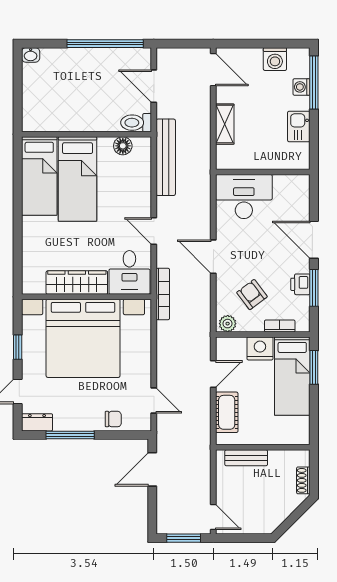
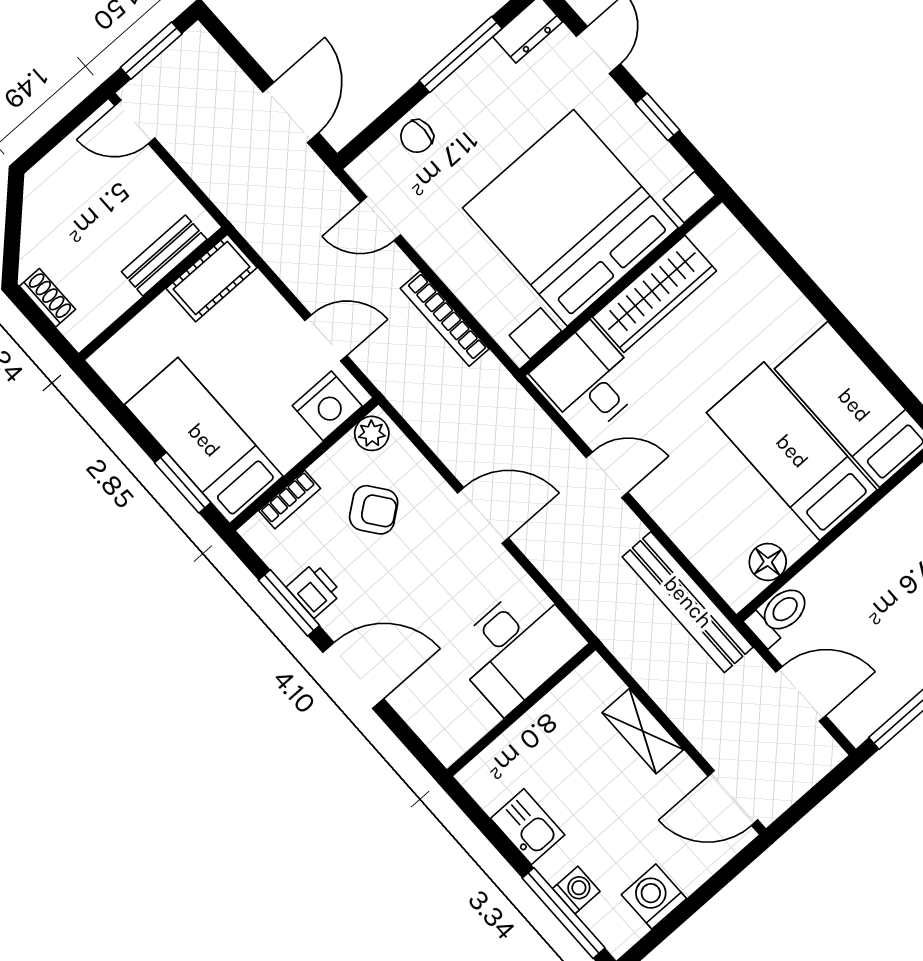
bookcase: (163, 294) -> (445, 319), moved
nightstand: (260, 348) -> (327, 406), moved
door: (213, 374) -> (326, 338), swing flipped
cot: (227, 412) -> (212, 278), moved, turned 90

